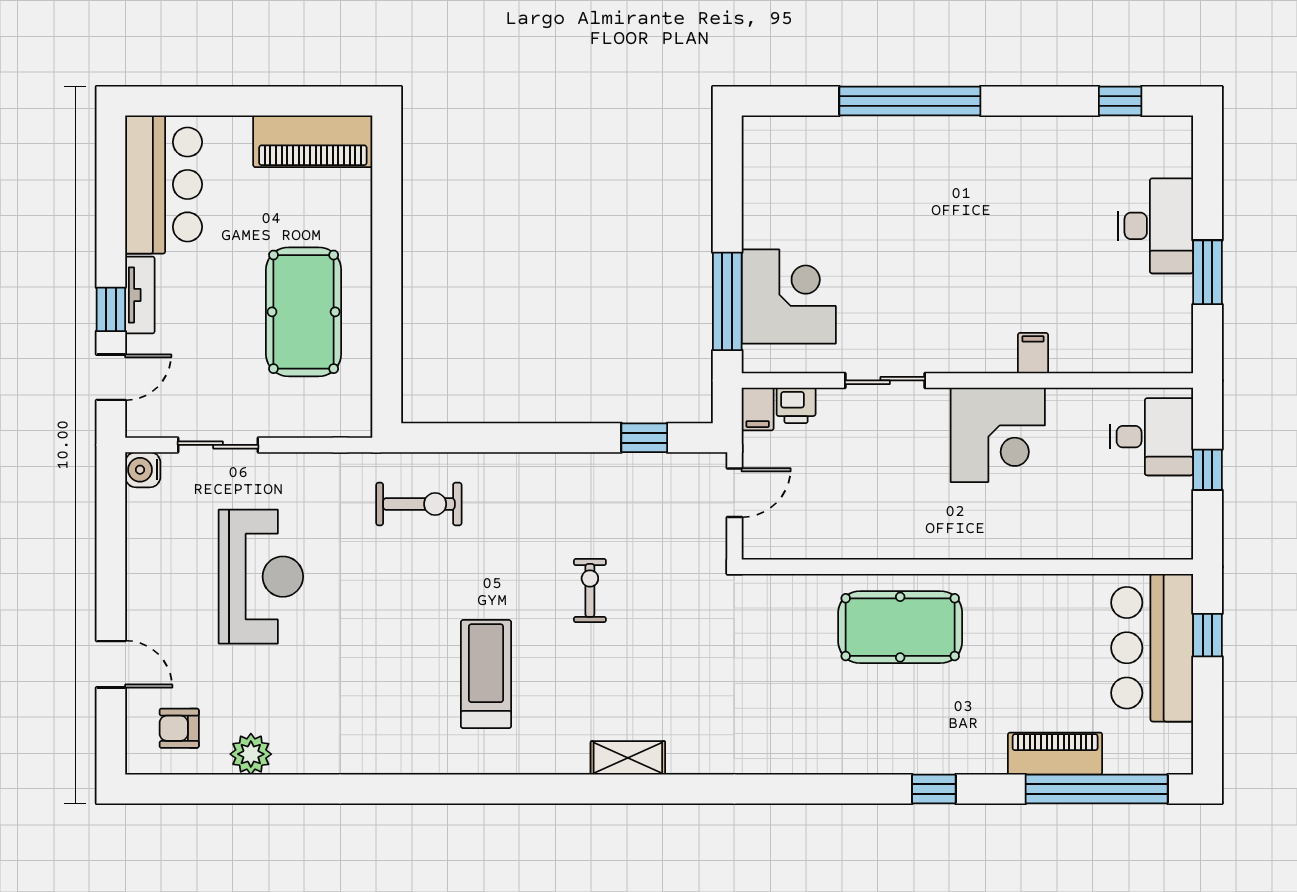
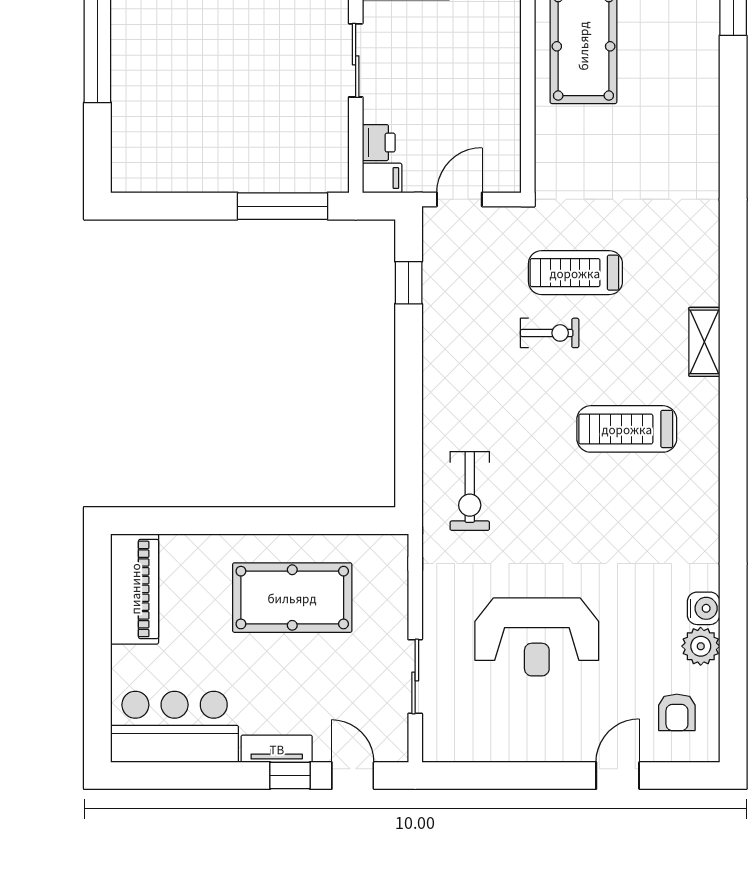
corner desk: (789, 297) -> (278, 149), removed
water cooler: (143, 470) -> (704, 608), moved, turned -90
door: (734, 493) -> (459, 199), hinge flipped
exercise bike: (419, 504) -> (470, 491), turned 180
reception desk: (261, 577) -> (537, 637), turned 180
exercise bike: (590, 590) -> (550, 333), turned 180
treadmill: (655, 618) -> (575, 273), added
shelving: (628, 758) -> (704, 342), moved

